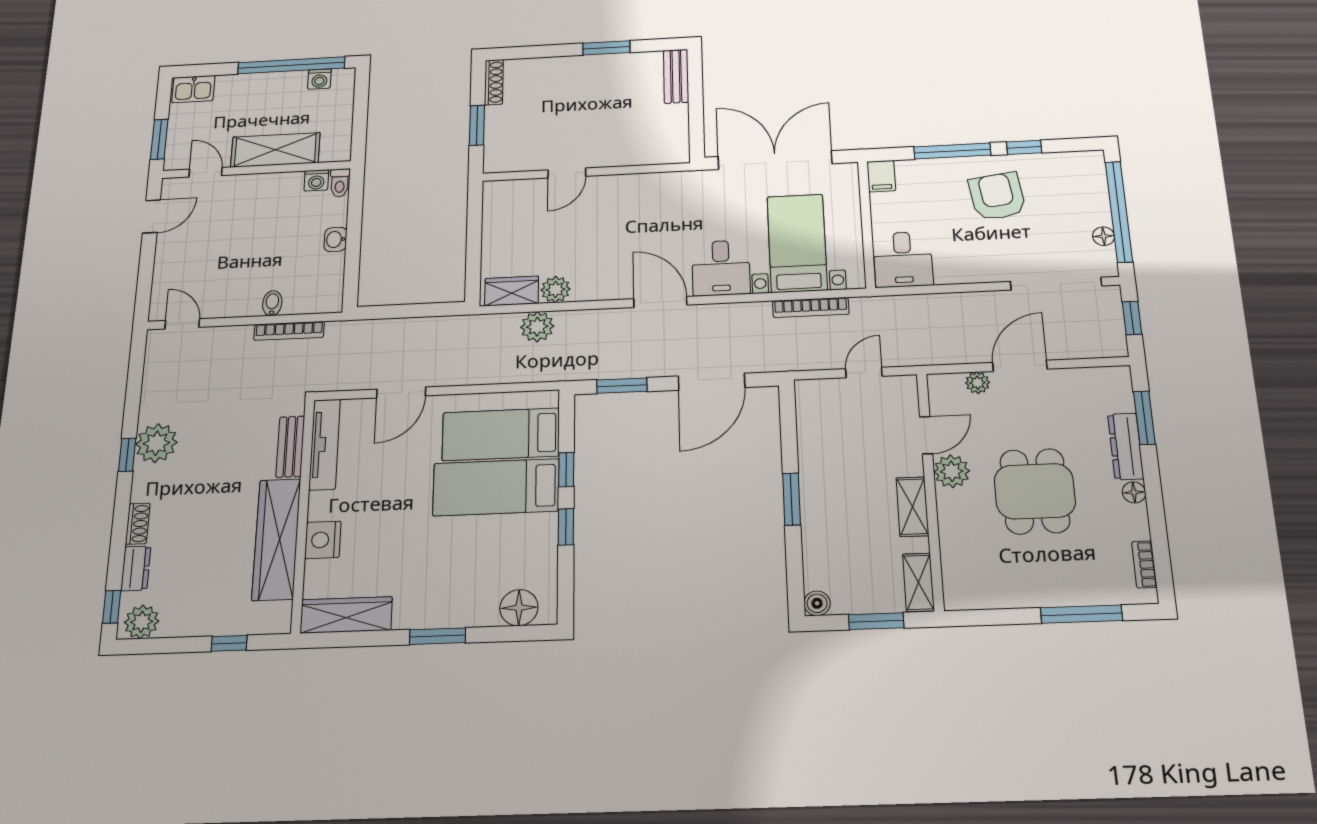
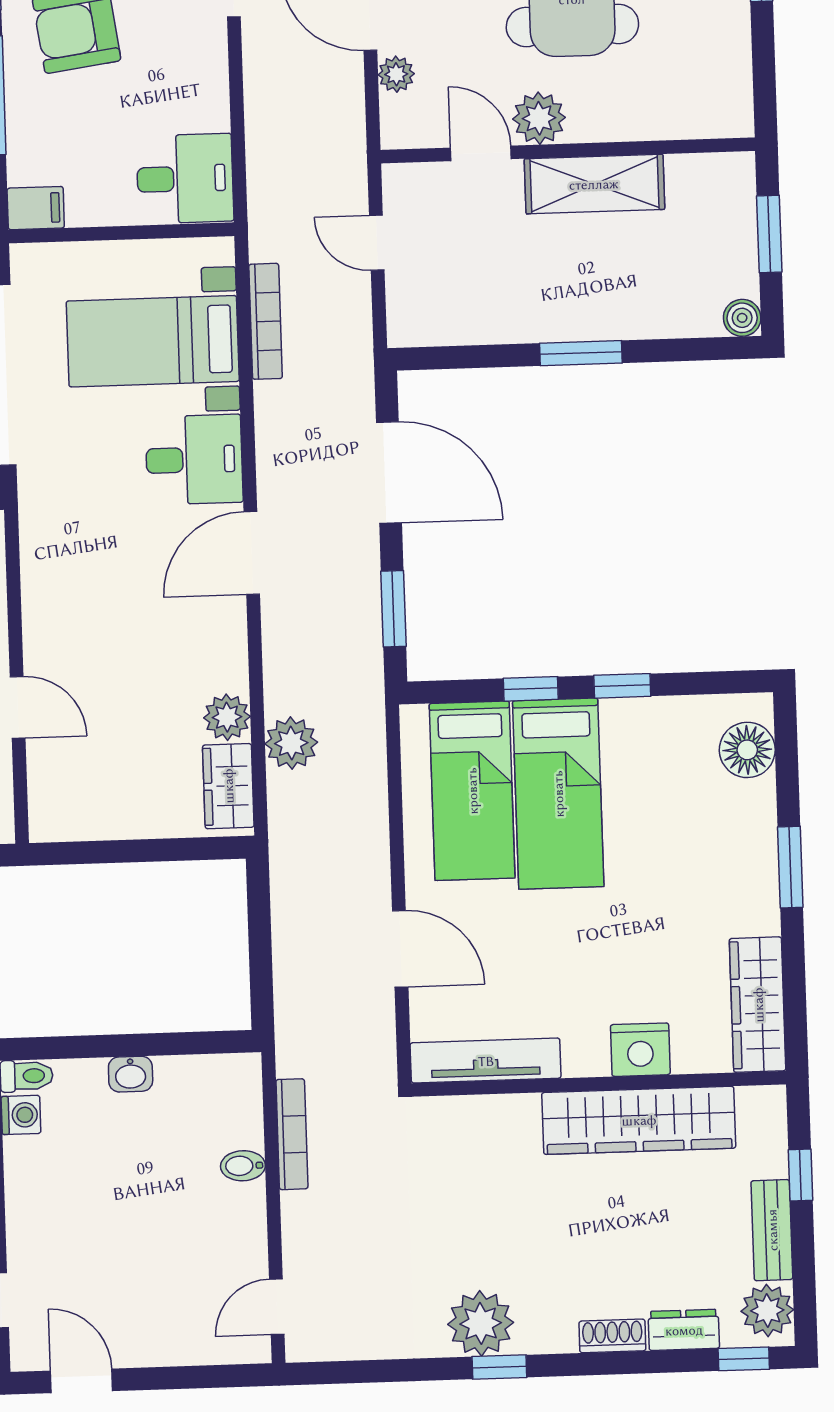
bench: (290, 447) -> (772, 1230), moved, turned 90
shelving: (912, 507) -> (594, 184), width x1.50, depth x1.33
shelving: (918, 582) -> (711, 172), removed

